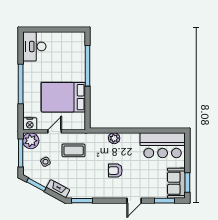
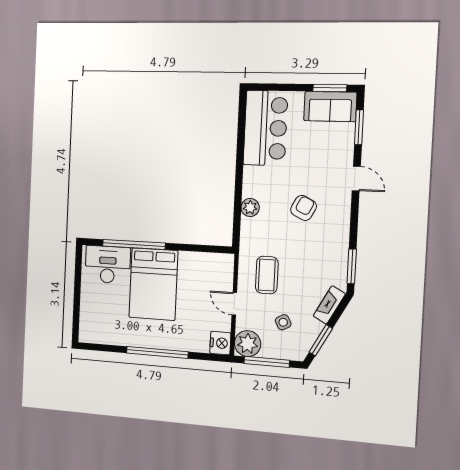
desk: (34, 46) -> (108, 265), moved, turned 180
bed: (63, 97) -> (153, 284), moved
armchair: (115, 171) -> (304, 208), turned -153

